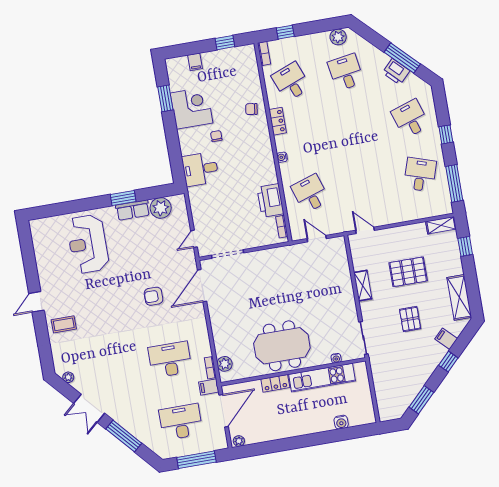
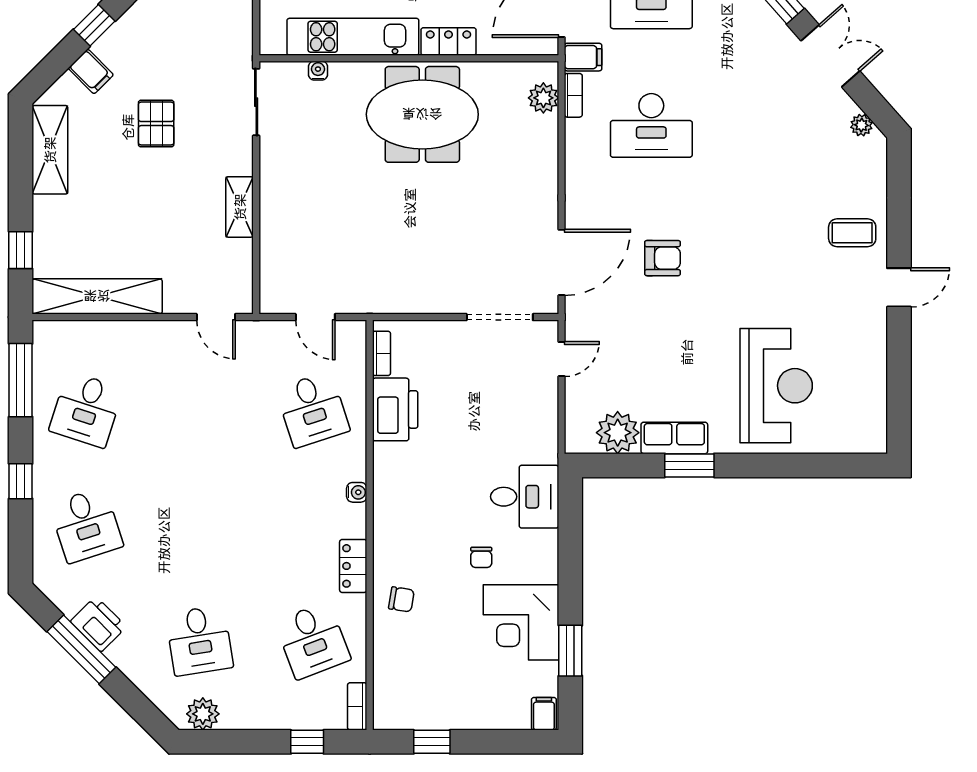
filing cabinet: (195, 62) -> (544, 714), moved
shelving: (441, 225) -> (97, 296), width x2.20, depth x1.33
pallet: (408, 272) -> (144, 219), removed

